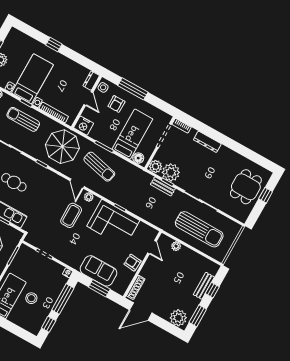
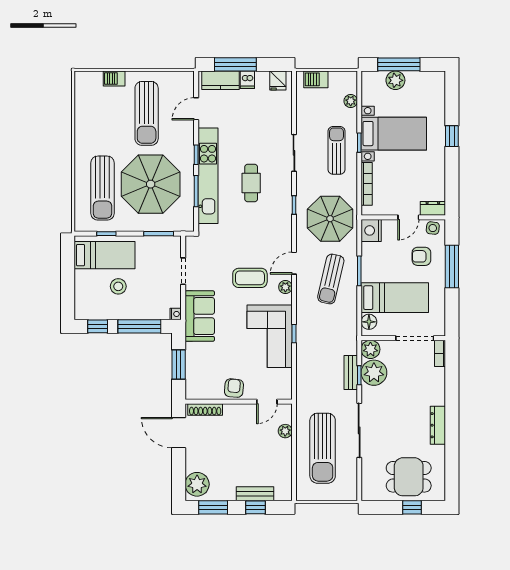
dresser: (207, 142) -> (438, 425), moved
sofa: (99, 271) -> (200, 316), moved

